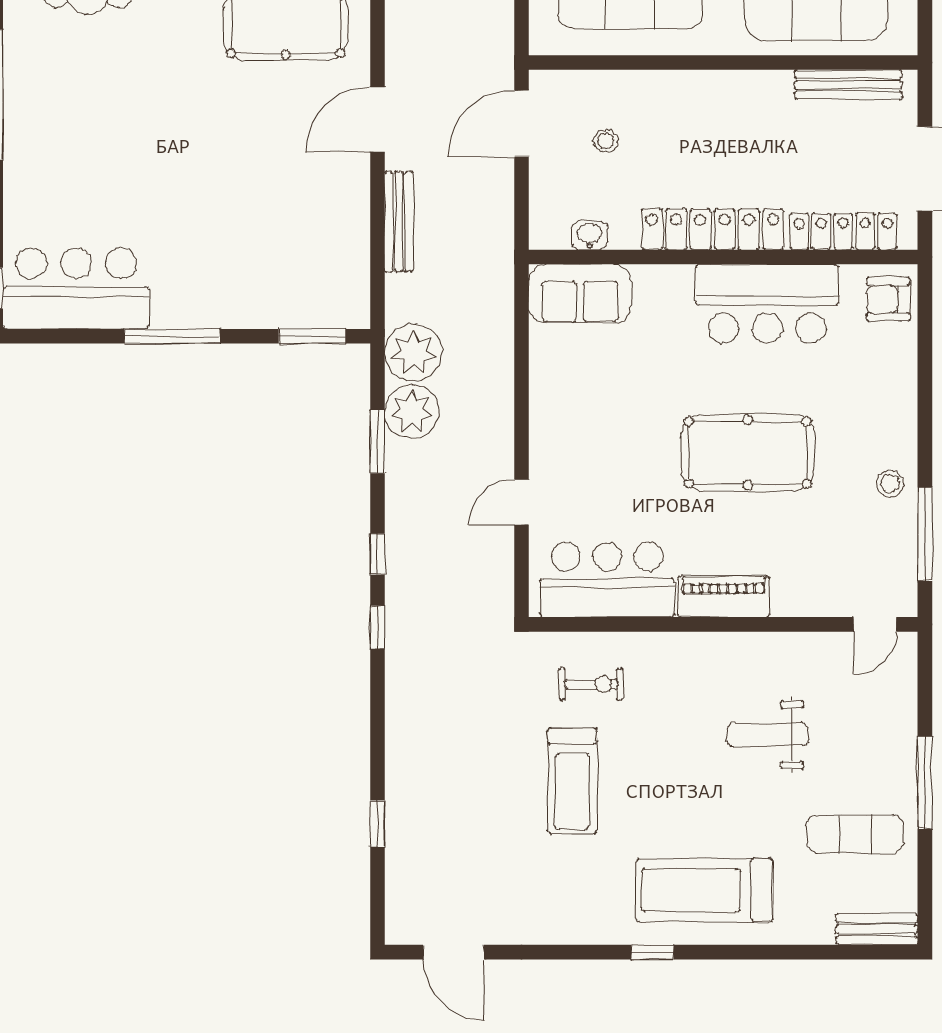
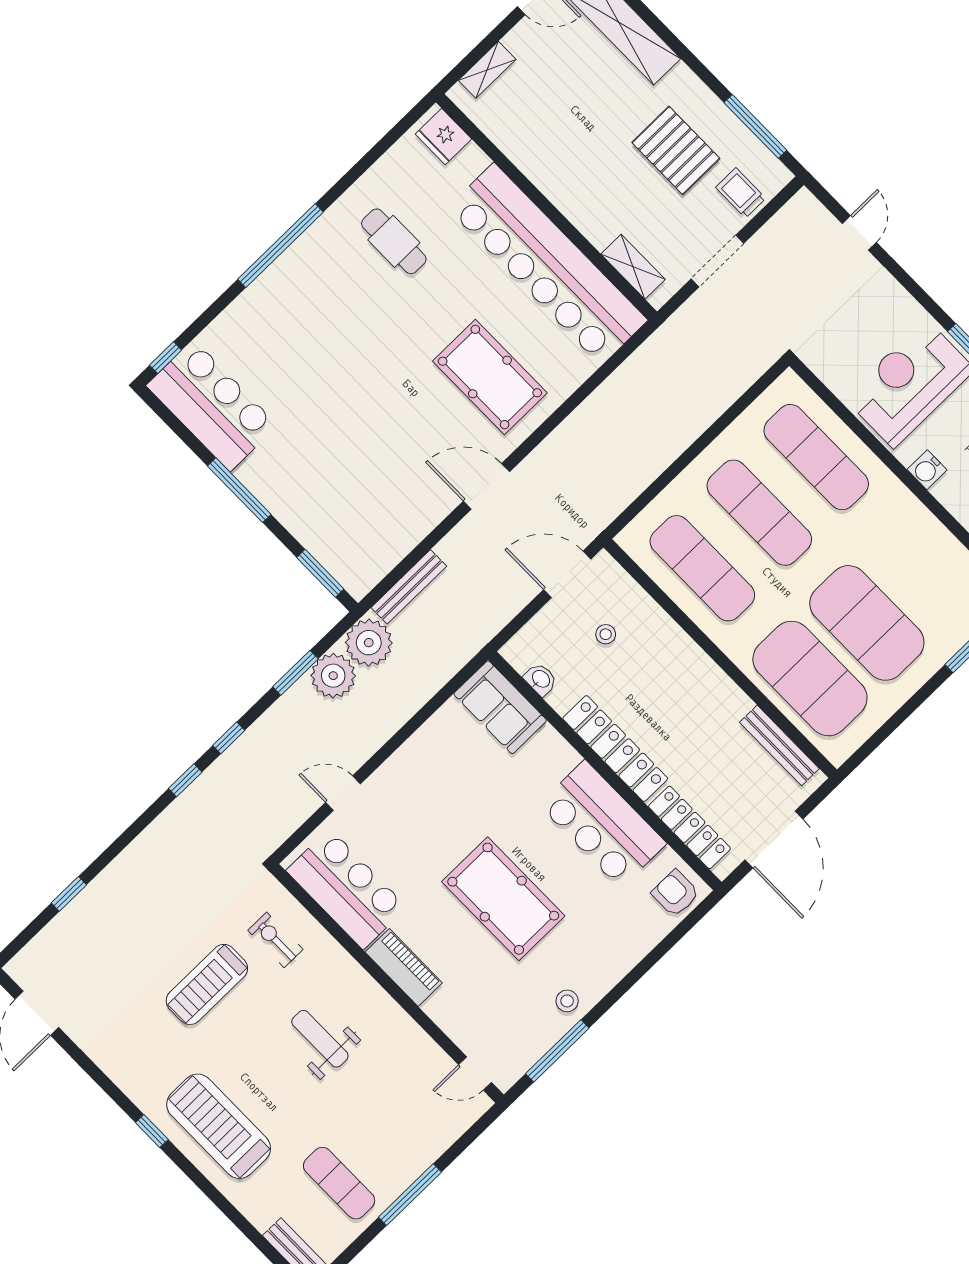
bench: (399, 222) -> (409, 587), moved
exercise bike: (591, 684) -> (275, 940), turned 180
weight bench: (768, 735) -> (320, 1039), moved

